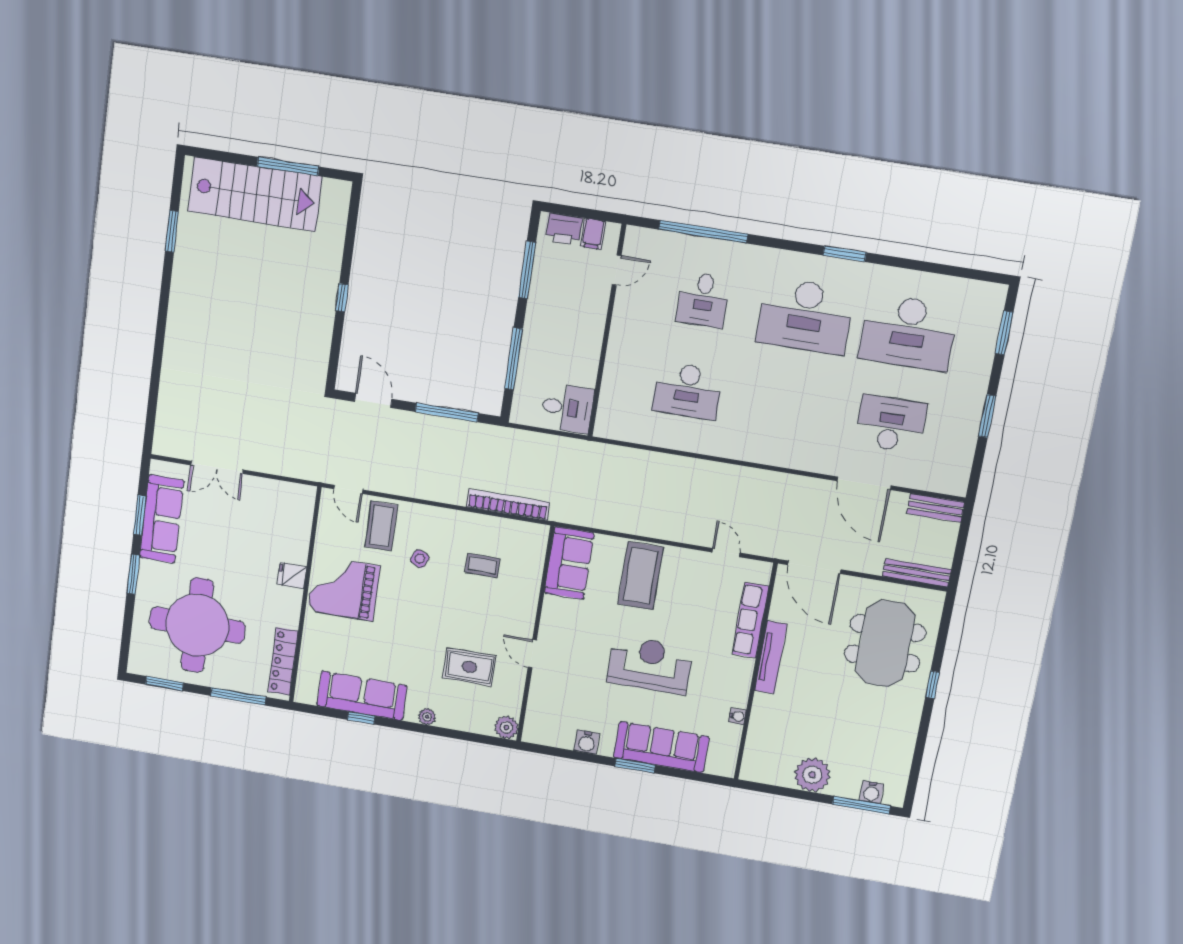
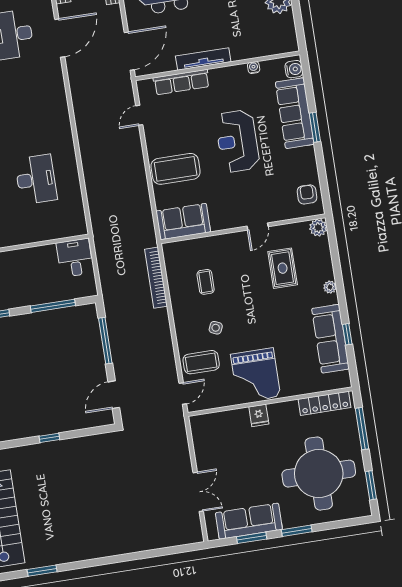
armchair: (553, 728) -> (307, 194), added
water cooler: (587, 742) -> (294, 69), moved

